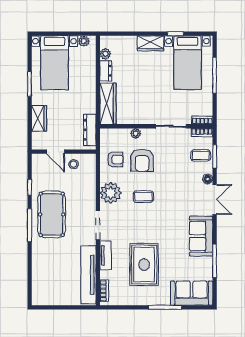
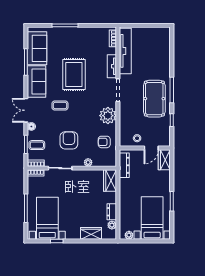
wardrobe: (151, 43) -> (91, 233), moved
wardrobe: (108, 104) -> (110, 181), width x0.67
wardrobe: (39, 118) -> (164, 160), moved
door: (56, 152) -> (151, 148), swing flipped
armchair: (142, 160) -> (69, 140), moved
coffee table: (143, 197) -> (60, 106), moved
rug: (144, 265) -> (74, 75), moved
sofa: (192, 293) -> (37, 48), moved, turned -90

